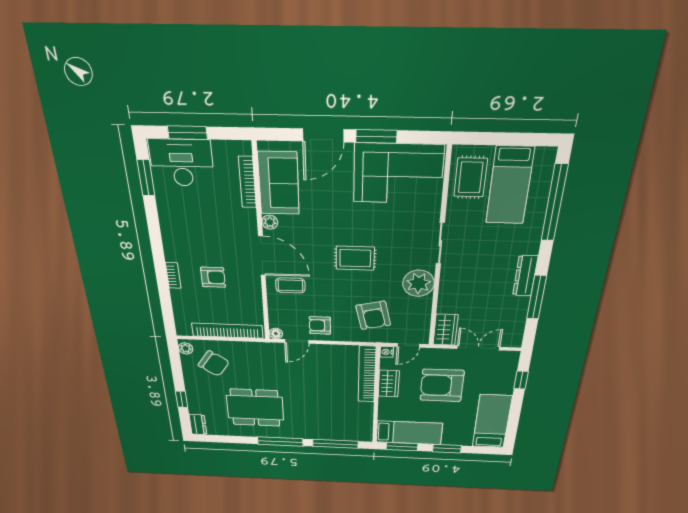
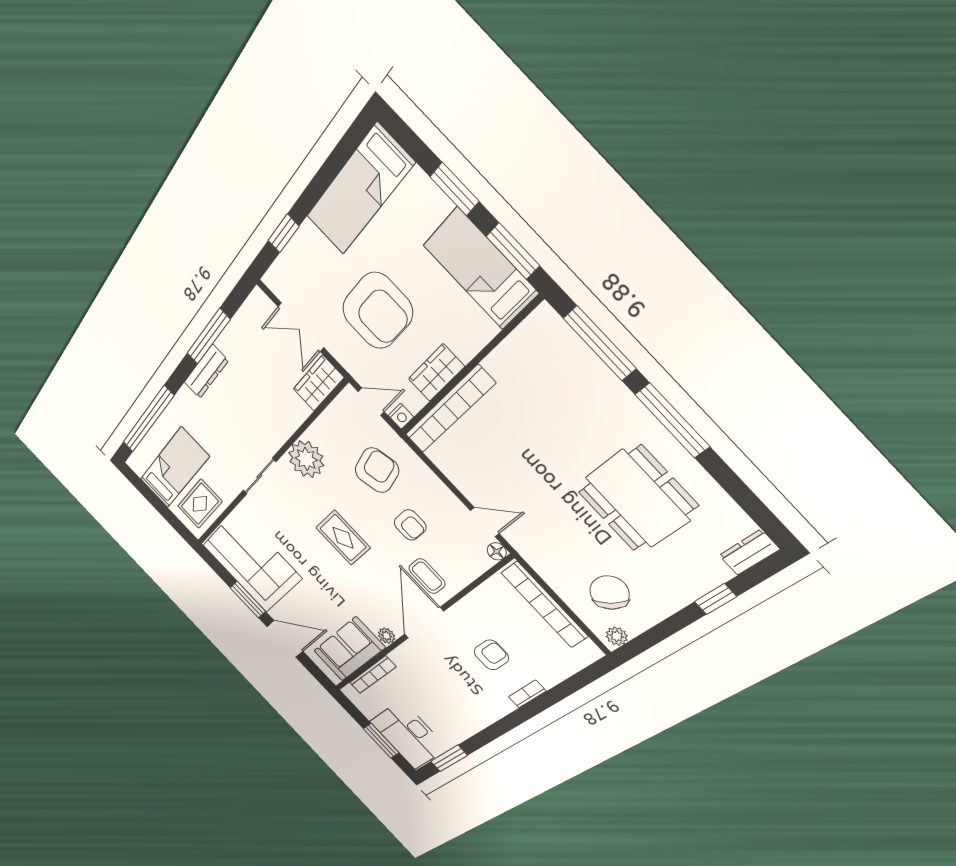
armchair: (213, 277) -> (491, 655), turned 90
armchair: (320, 325) -> (410, 525), moved

